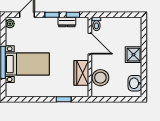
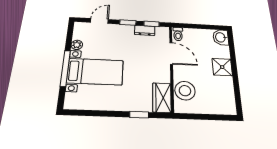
plant: (10, 24) -> (77, 45), moved
wardrobe: (81, 73) -> (162, 98), moved
washbasin: (135, 83) -> (221, 37), moved

